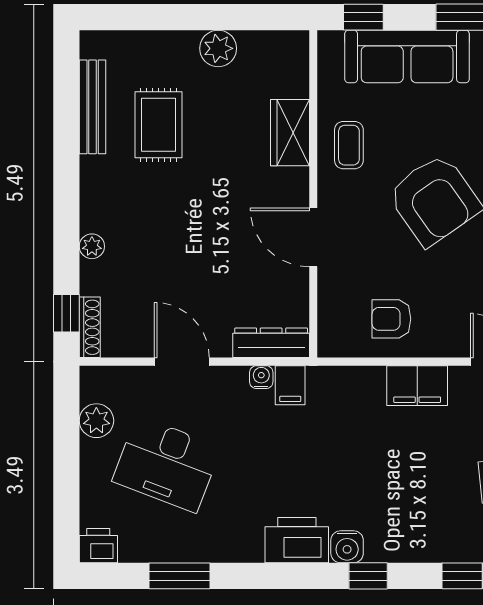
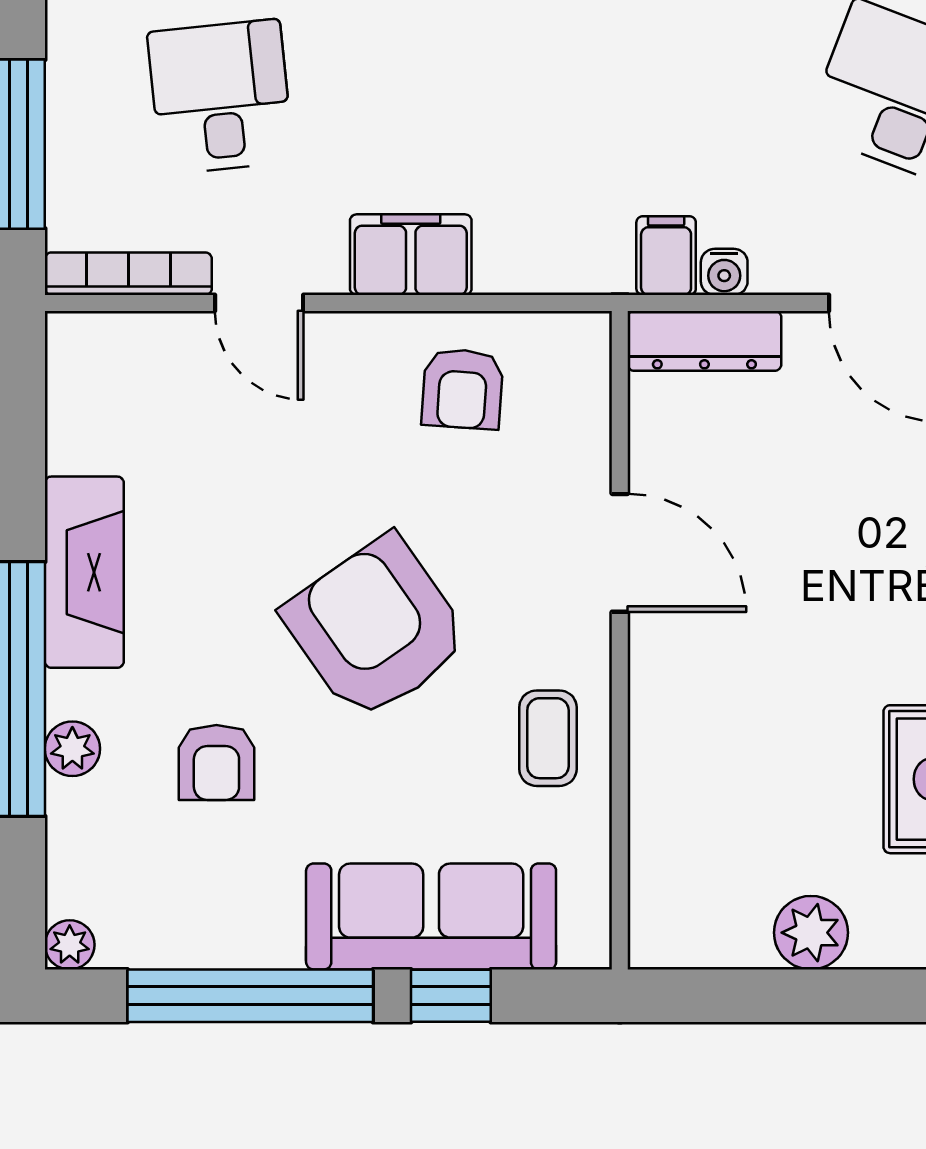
window: (363, 17) -> (451, 996), moved
wardrobe: (290, 133) -> (666, 763), removed
armchair: (391, 319) -> (462, 389), turned 94

